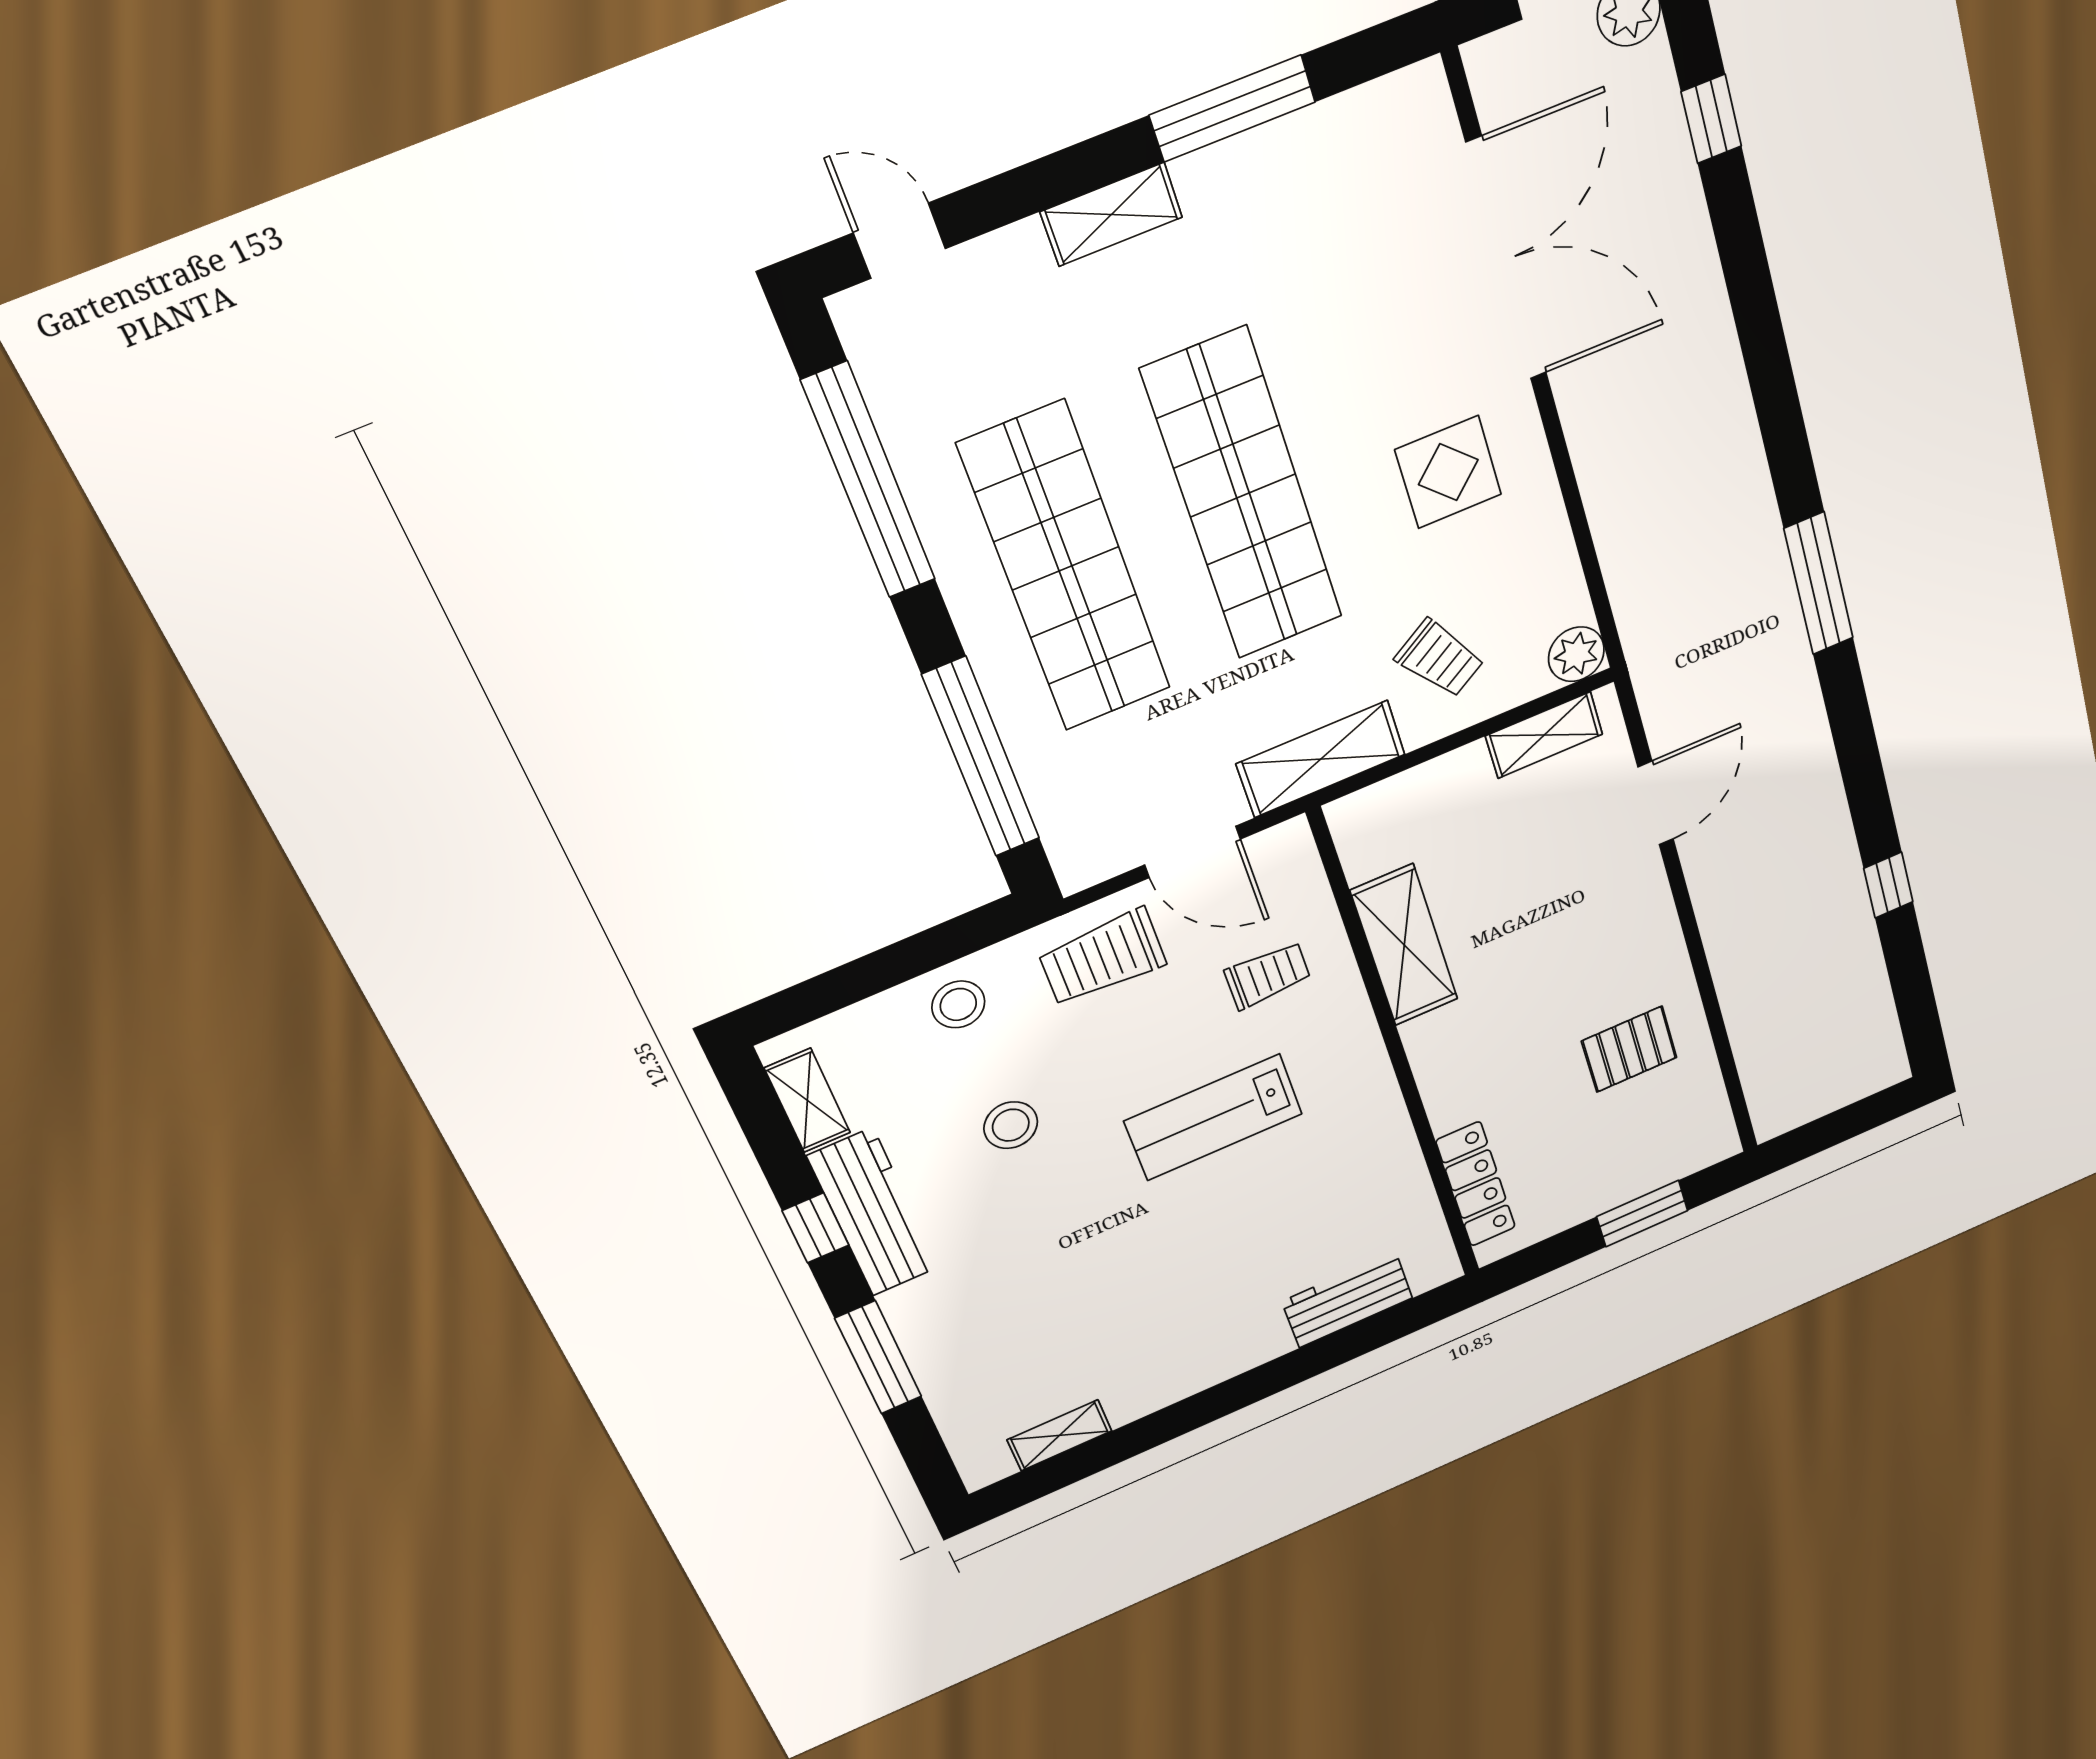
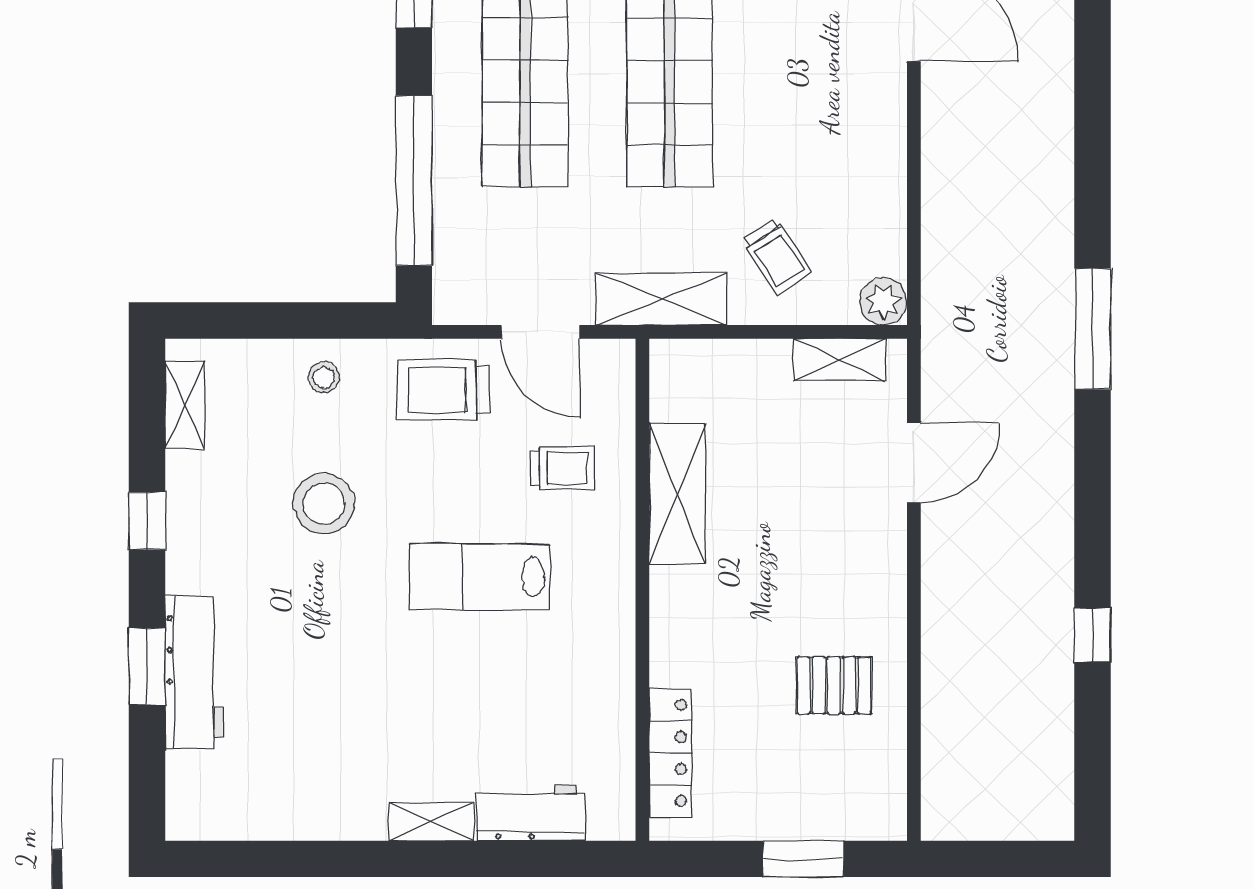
display table: (1448, 472) -> (826, 108), removed
stool: (958, 1004) -> (324, 377), width x0.73, depth x0.73
stool: (1011, 1125) -> (324, 504), width x1.38, depth x1.38
workbench: (873, 1212) -> (194, 673), moved
window: (878, 1358) -> (147, 667), width x0.69
shelving: (1060, 1435) -> (431, 822), moved

